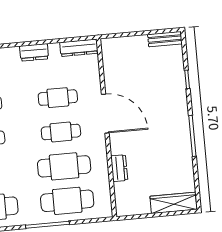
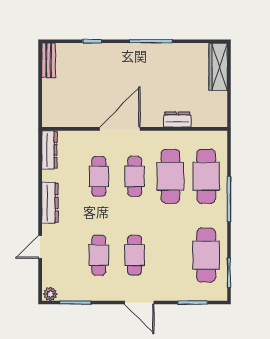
dresser: (34, 52) -> (50, 203), width x1.44

